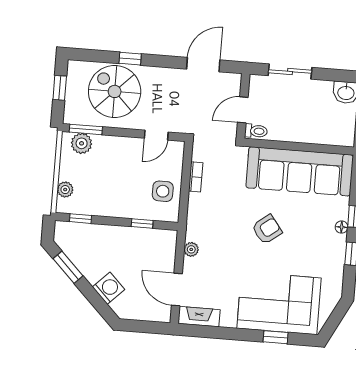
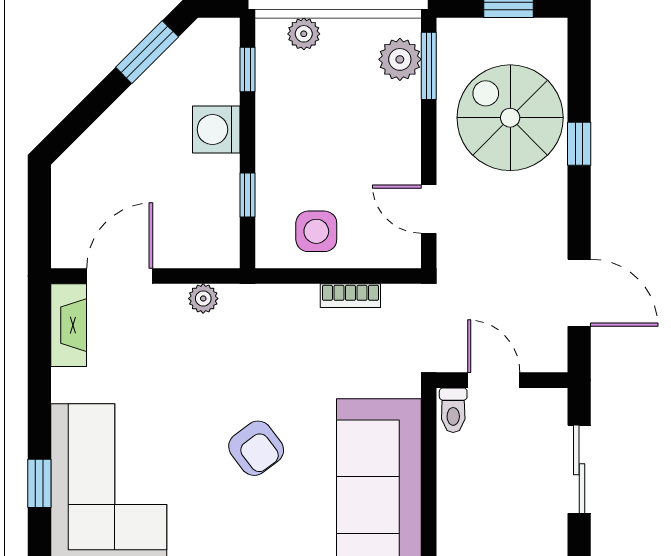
spiral stairs: (115, 91) -> (510, 118), turned -90
washing machine: (109, 288) -> (216, 130), moved, turned 135

